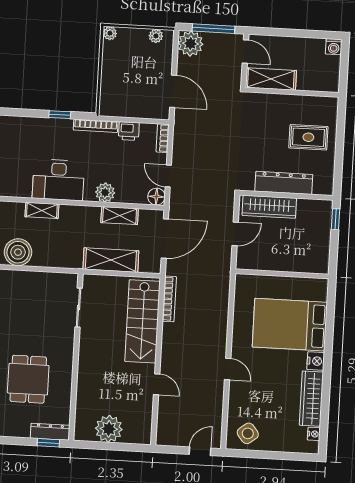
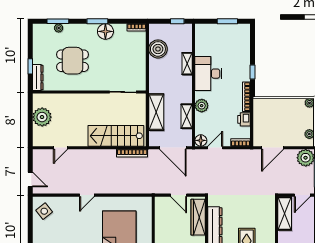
door: (157, 384) -> (61, 148), moved
window: (48, 443) -> (30, 66), moved

